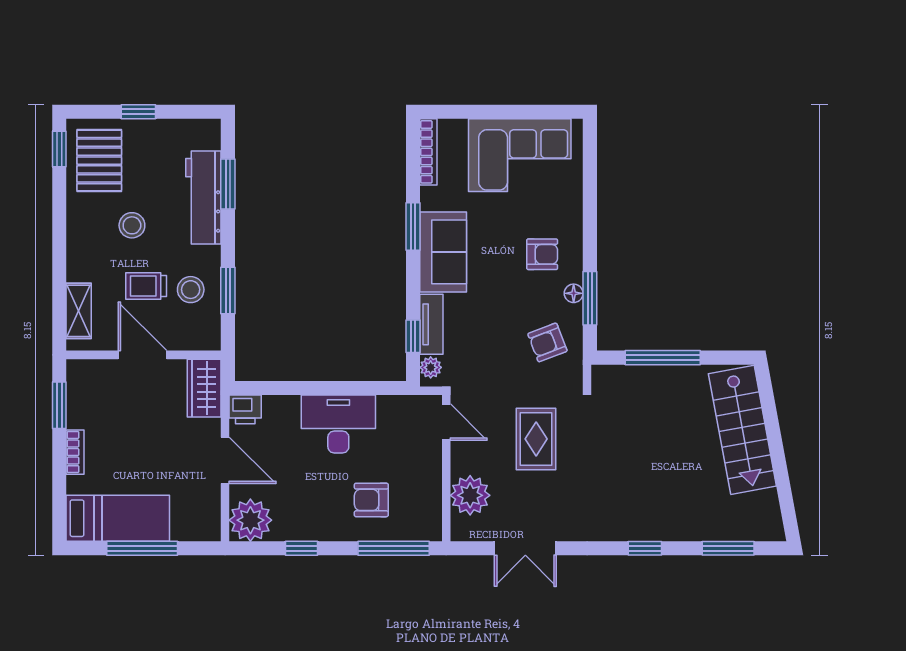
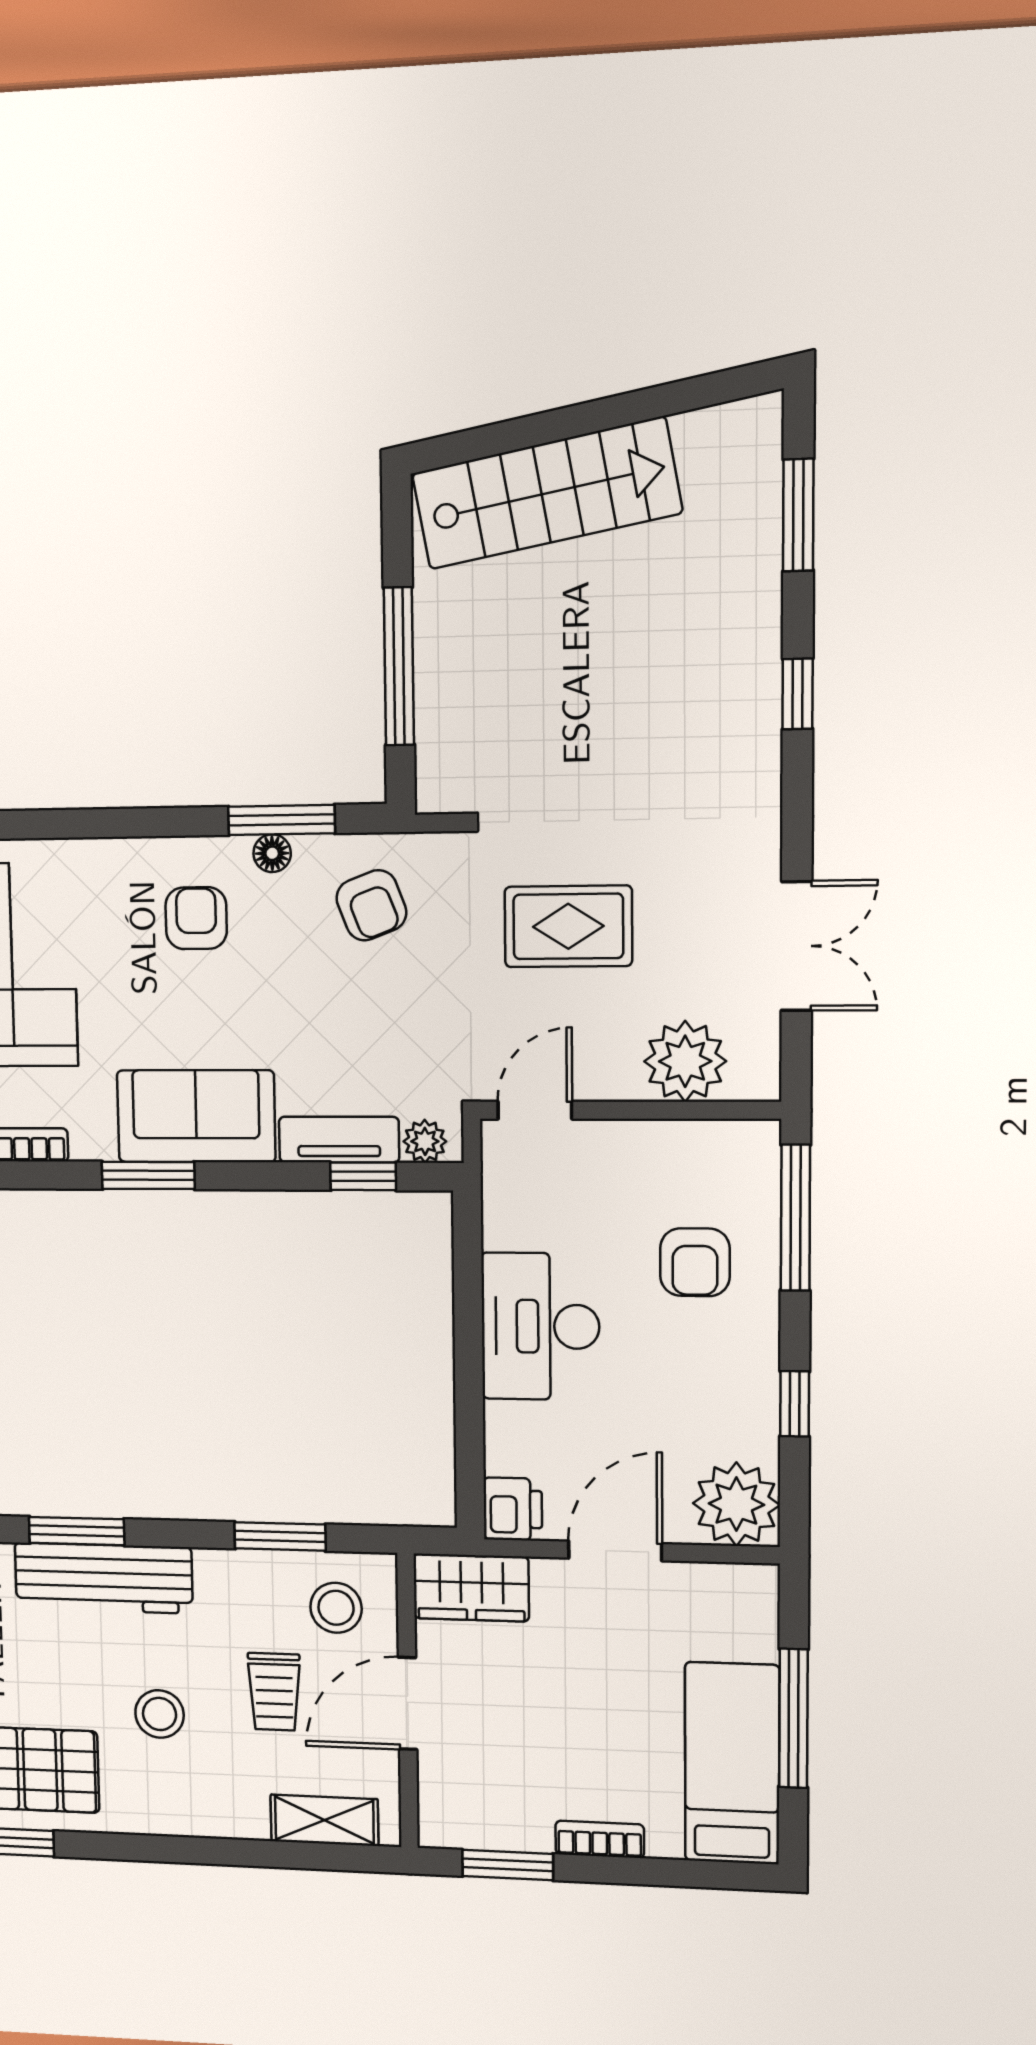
stool: (191, 290) -> (336, 1608), moved

